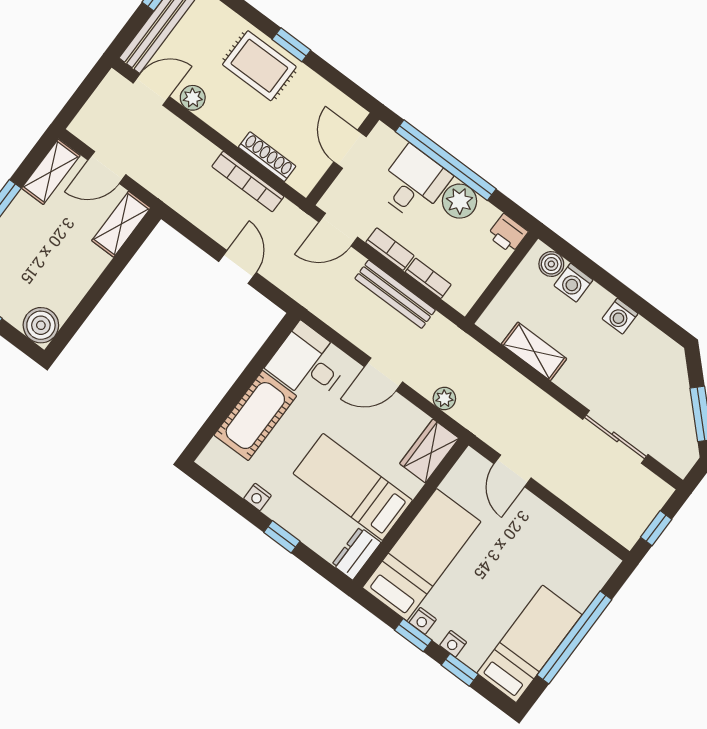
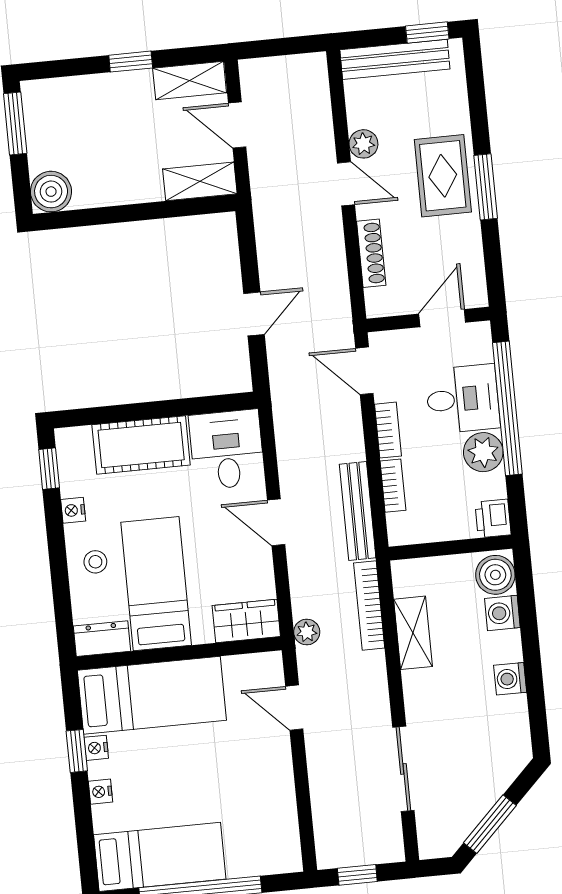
window: (291, 45) -> (486, 187), width x1.50
door: (151, 90) -> (346, 184), moved
bookcase: (248, 181) -> (369, 605), moved
boiler: (551, 264) -> (495, 575), width x1.36, depth x1.36
bench: (395, 294) -> (358, 511), moved
plant: (444, 399) -> (307, 632), moved
door: (513, 471) -> (294, 708), hinge flipped
stool: (303, 513) -> (95, 562), added
window: (282, 537) -> (49, 469), moved
window: (460, 670) -> (83, 818), removed

